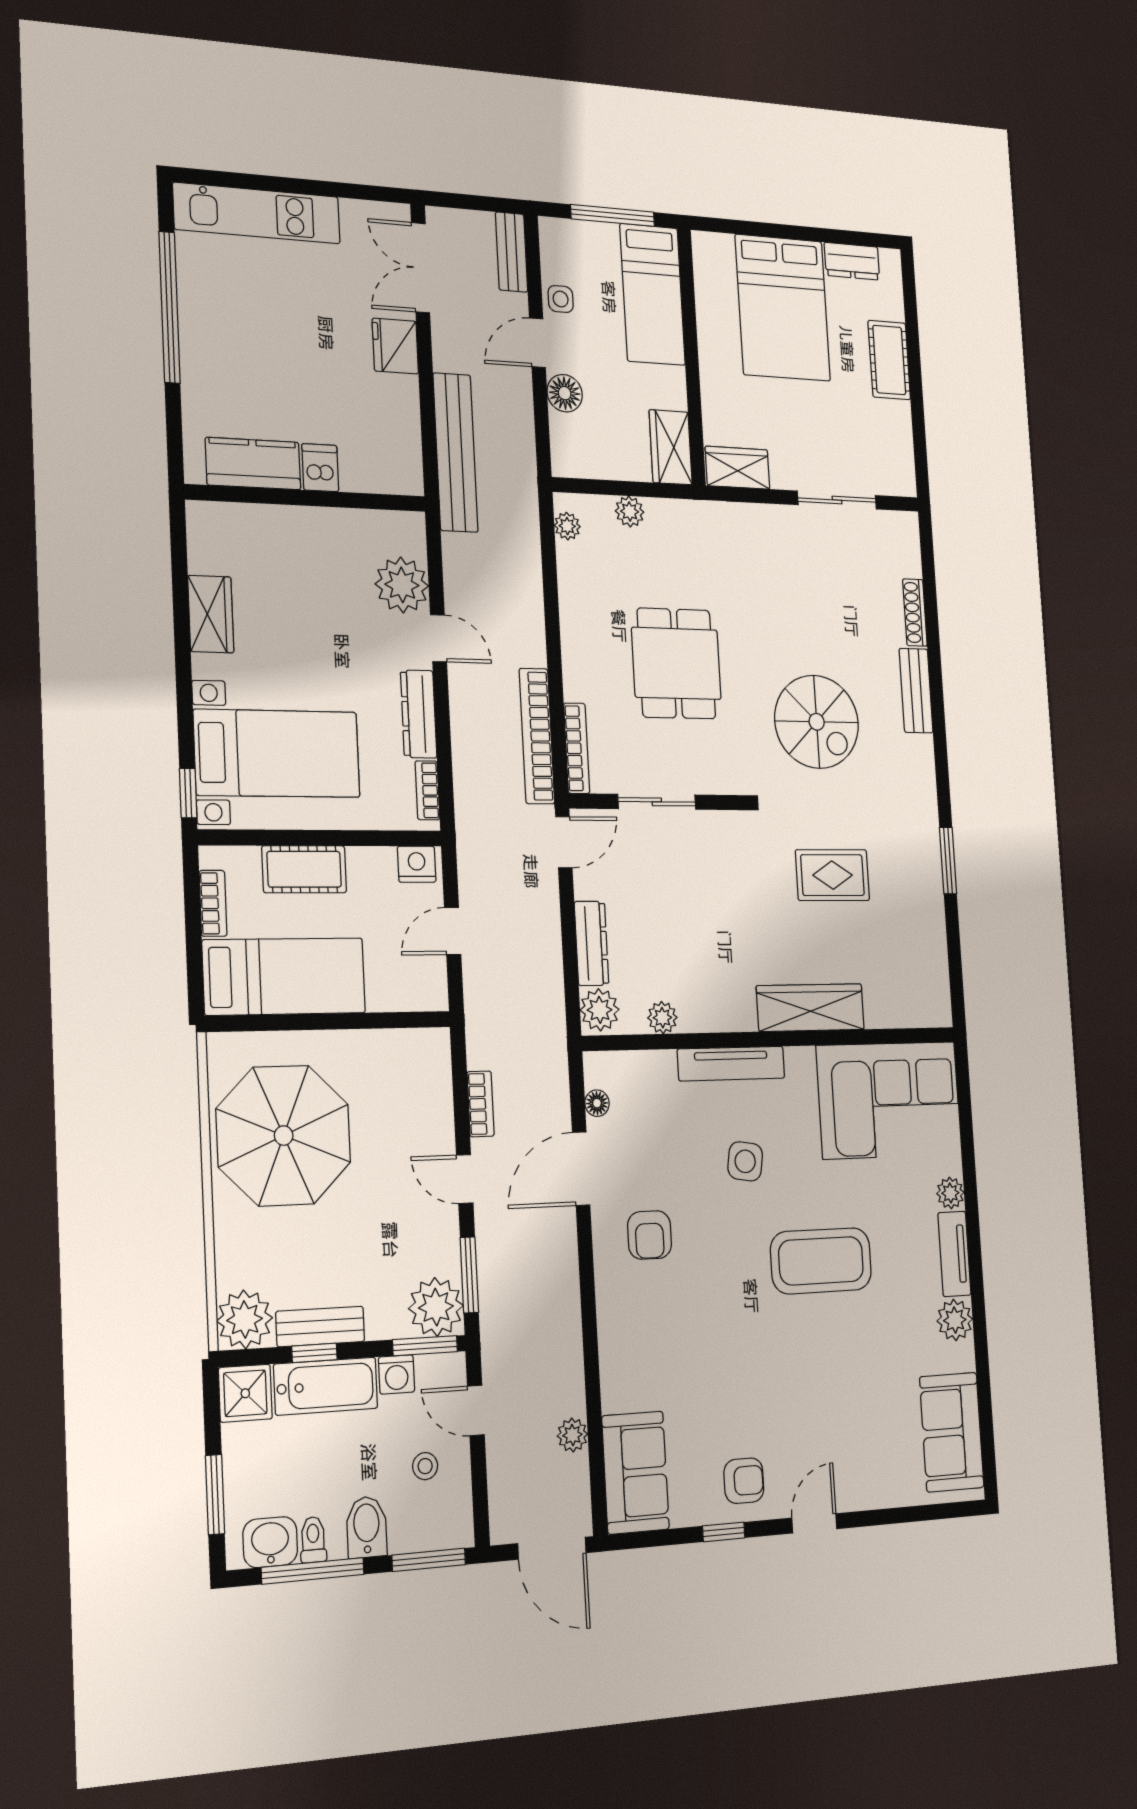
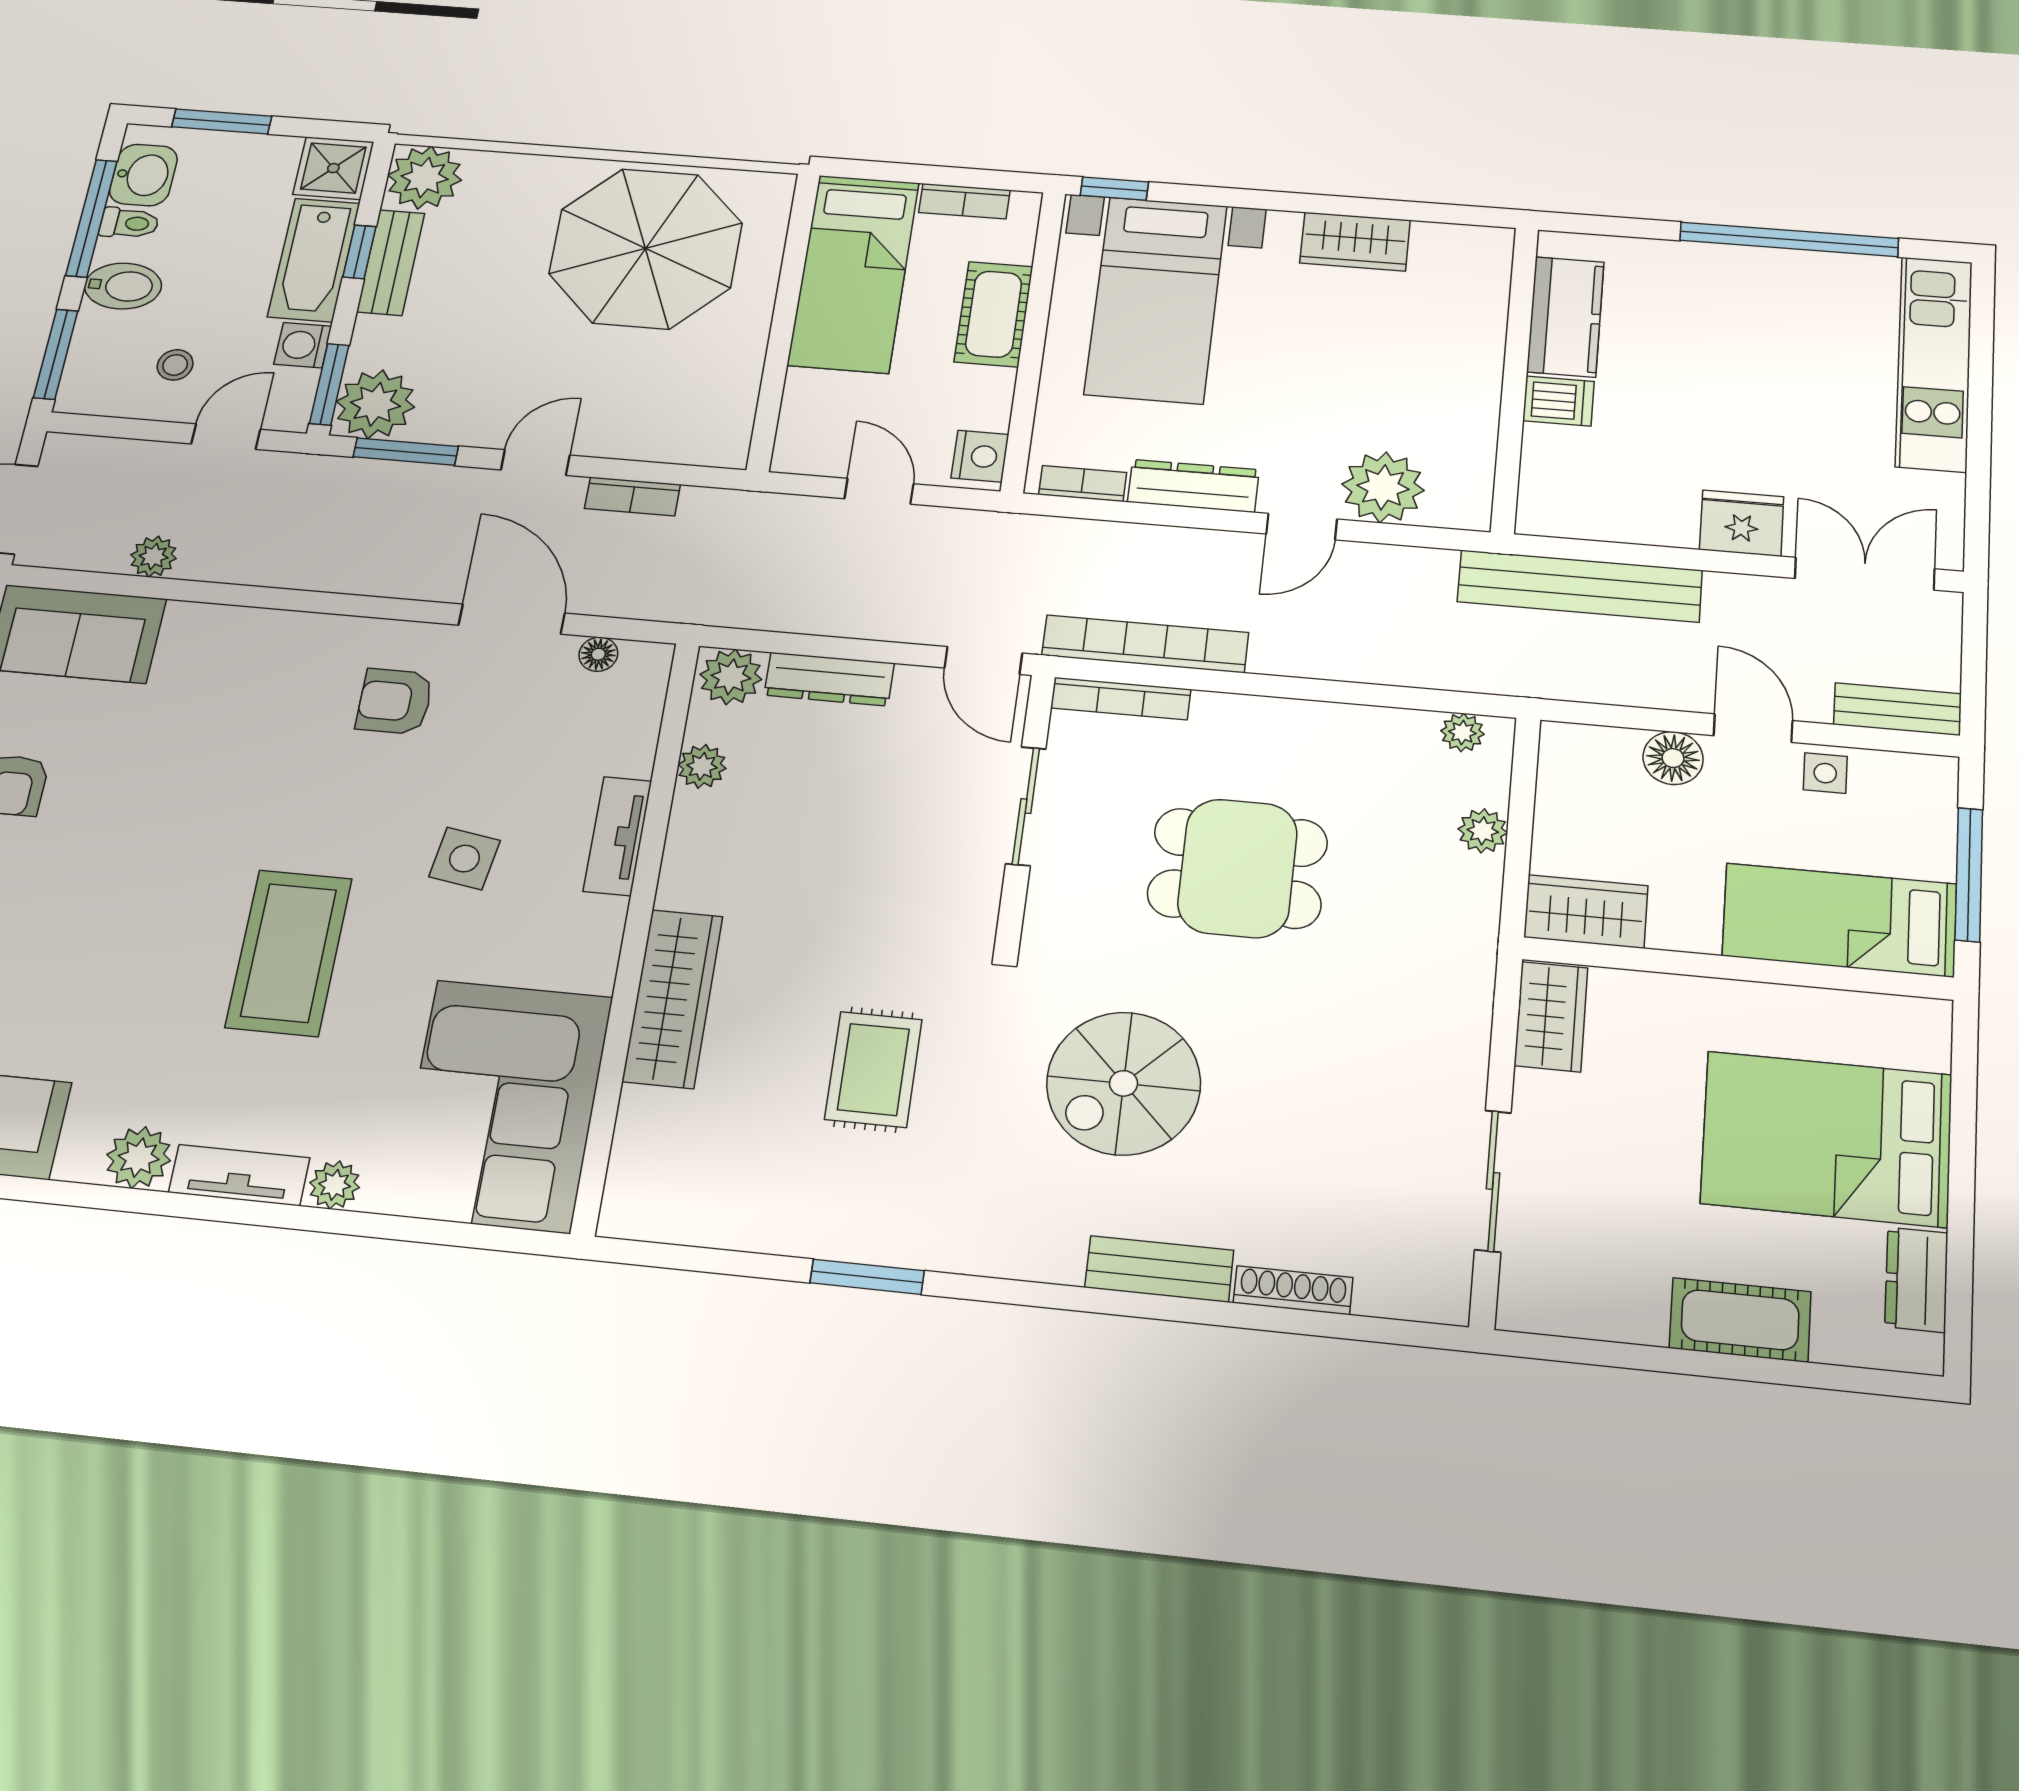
tv unit: (731, 1064) -> (618, 836), width x0.71

